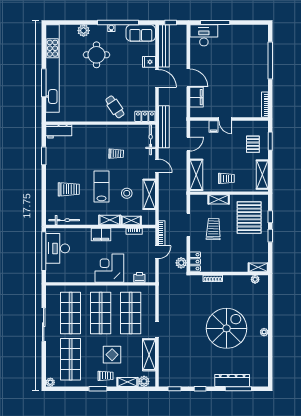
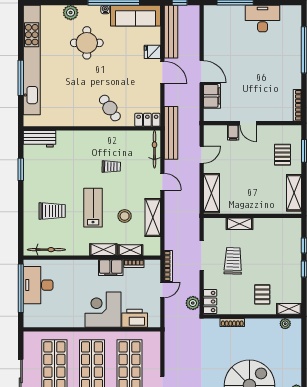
sofa: (141, 33) -> (136, 16), width x1.36
desk: (204, 35) -> (263, 18), moved
trolley: (226, 178) -> (249, 197), removed
pallet: (249, 218) -> (262, 294), moved, width x0.49, depth x0.50
filing cabinet: (101, 235) -> (111, 268), moved
printer: (139, 277) -> (135, 318), width x1.87, depth x1.48

